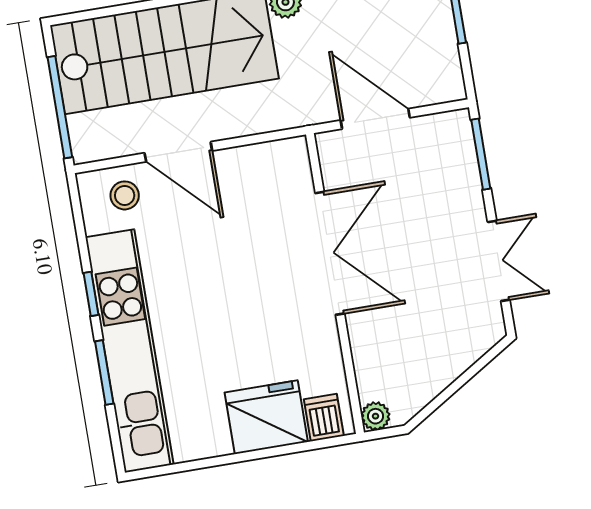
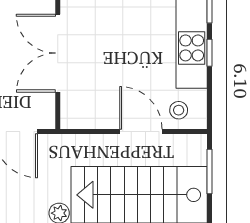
window: (60, 107) -> (210, 172), width x0.69

